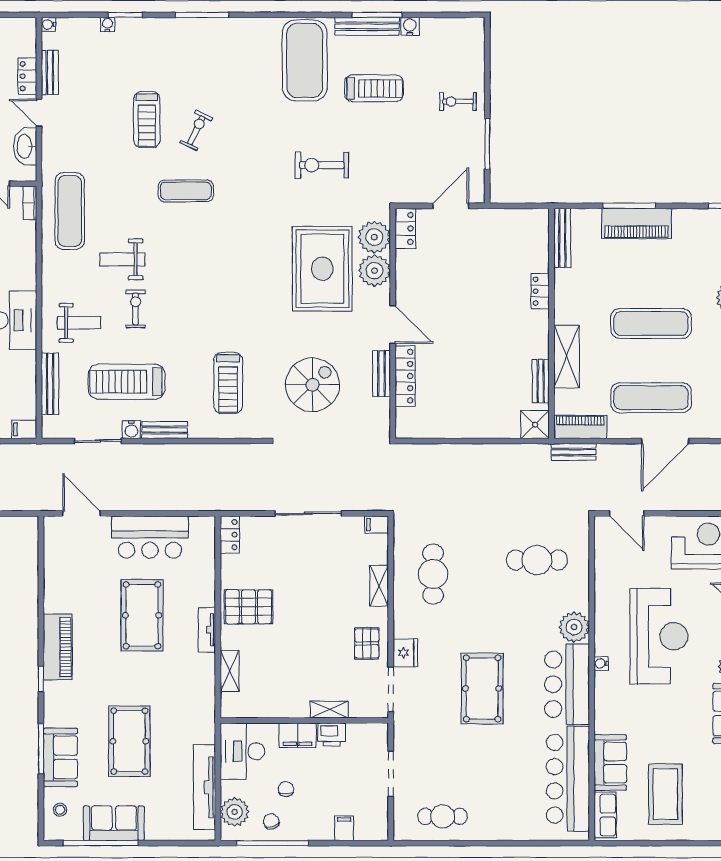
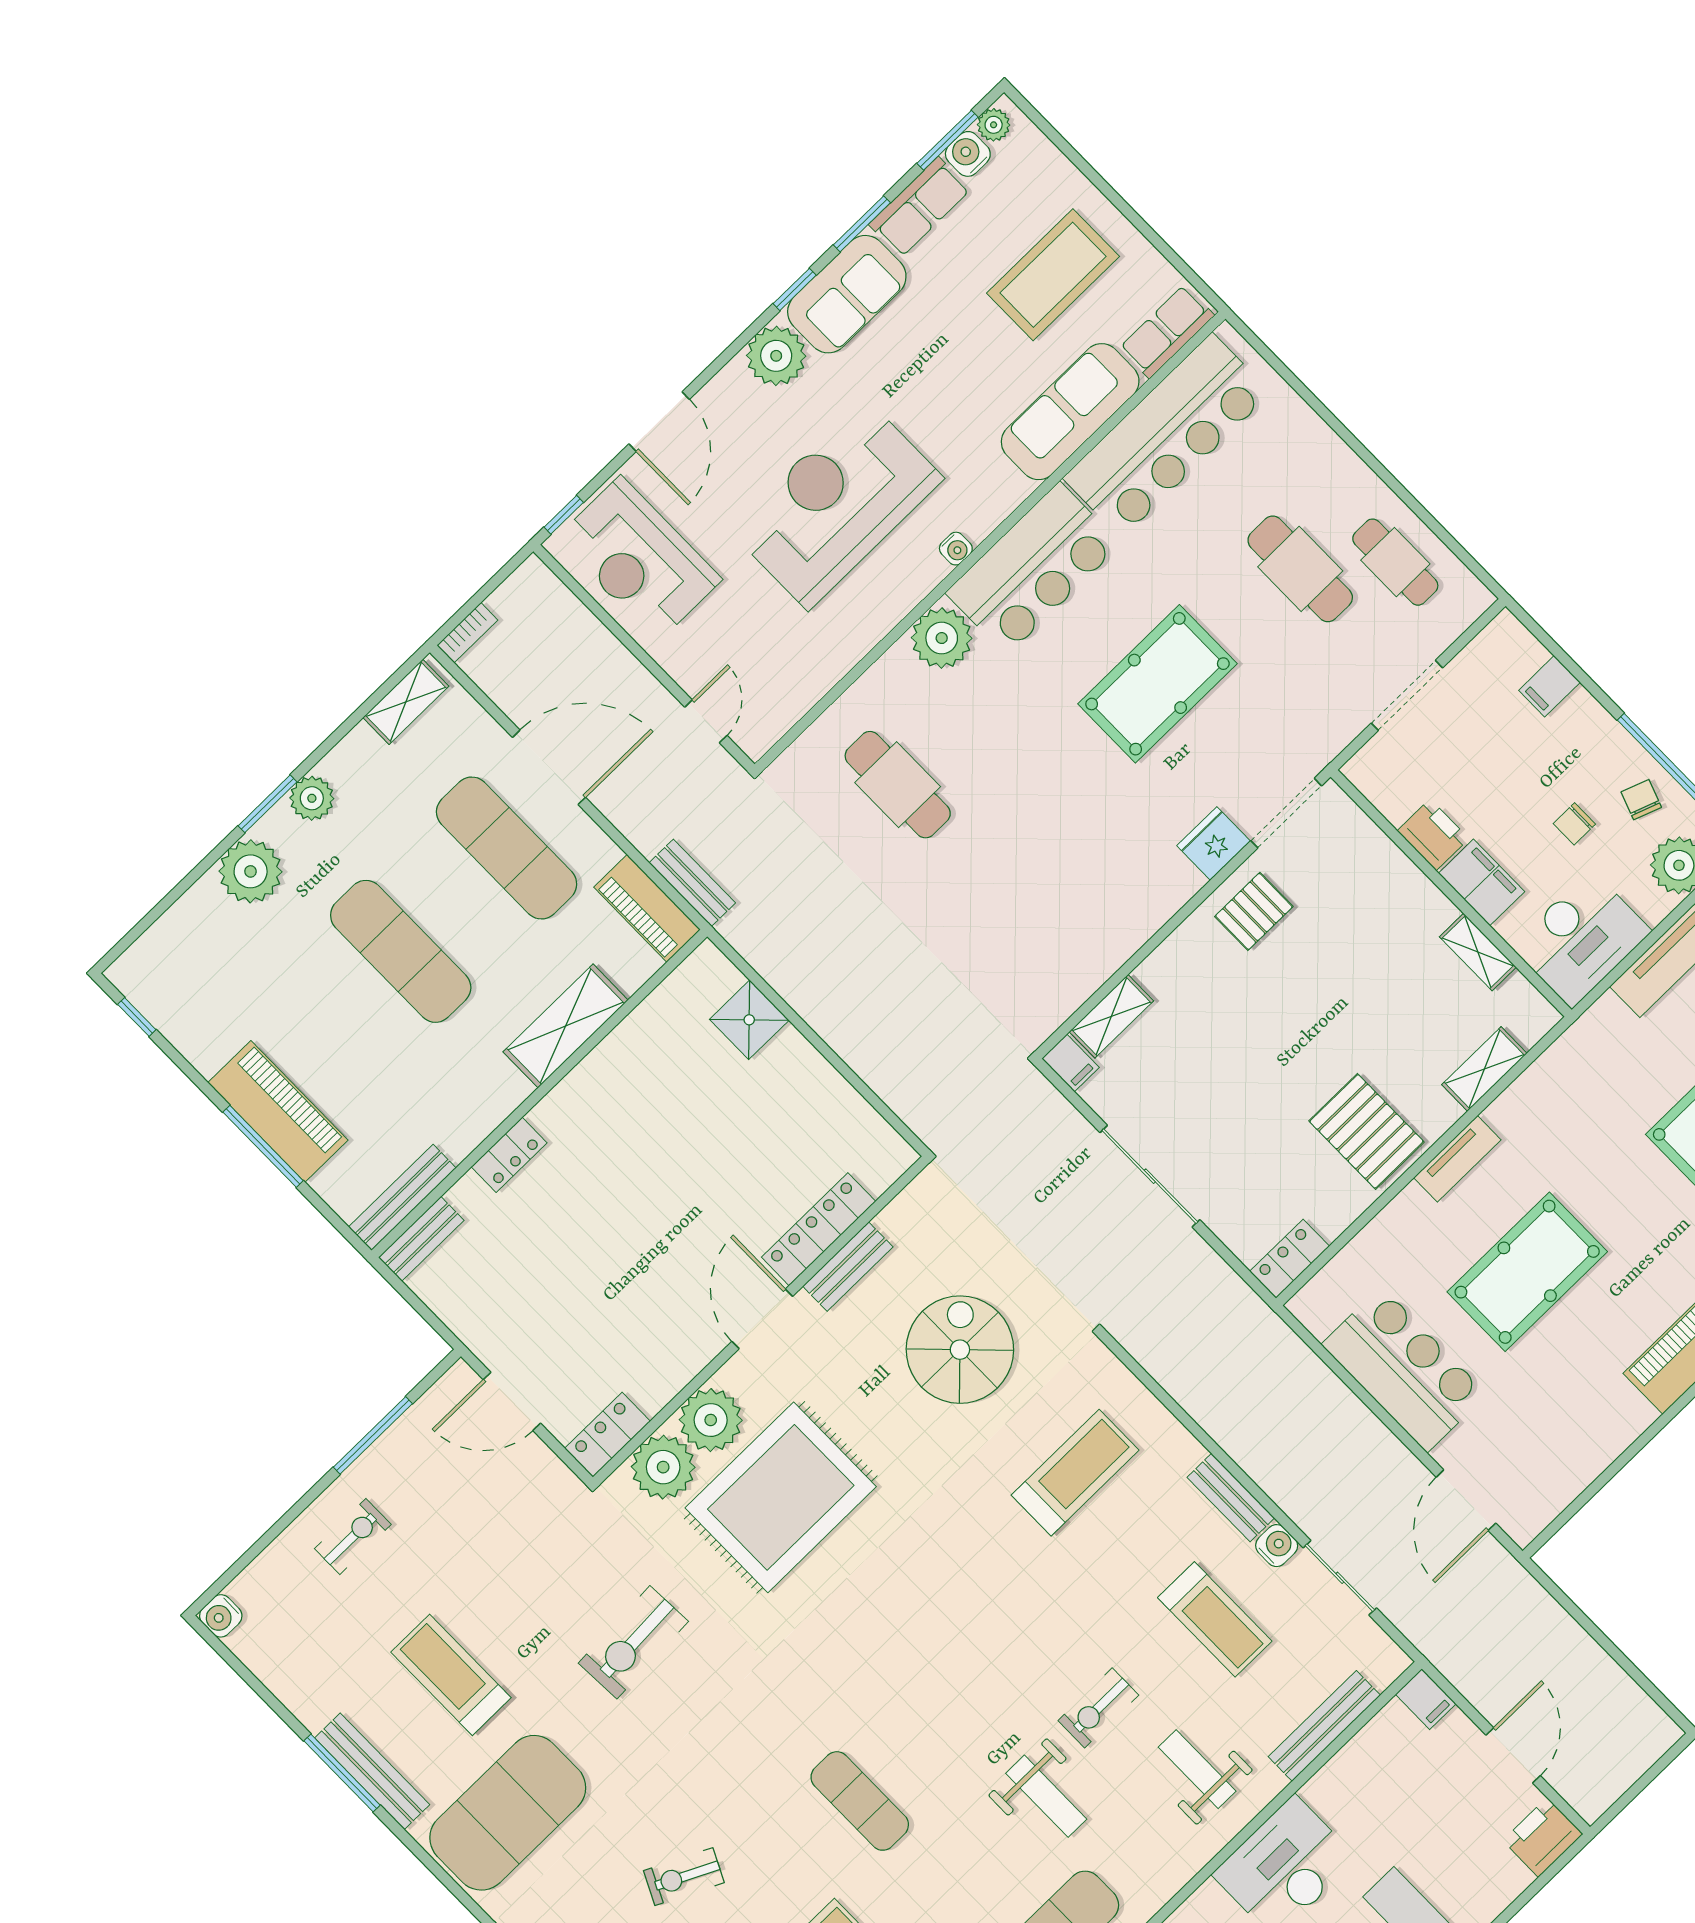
water cooler: (410, 26) -> (221, 1616), moved
exercise bike: (458, 102) -> (353, 1537), turned -90
exercise bike: (196, 130) -> (684, 1877), moved
exercise bike: (322, 165) -> (633, 1642), turned 87
bench: (541, 381) -> (421, 1239), moved
treadmill: (127, 382) -> (1215, 1619), width x0.73, depth x0.73
spiral stairs: (313, 385) -> (960, 1350), turned 90
shower: (535, 425) -> (749, 1020), moved
door: (627, 513) -> (706, 721), width x0.73
cafe table: (433, 574) -> (1300, 569), moved, turned 90
shelving: (379, 586) -> (1111, 1016), moved
shelving: (329, 710) -> (1478, 952), moved
sofa: (610, 762) -> (1070, 412), width x1.36
chair: (271, 821) -> (1641, 800), turned 127

